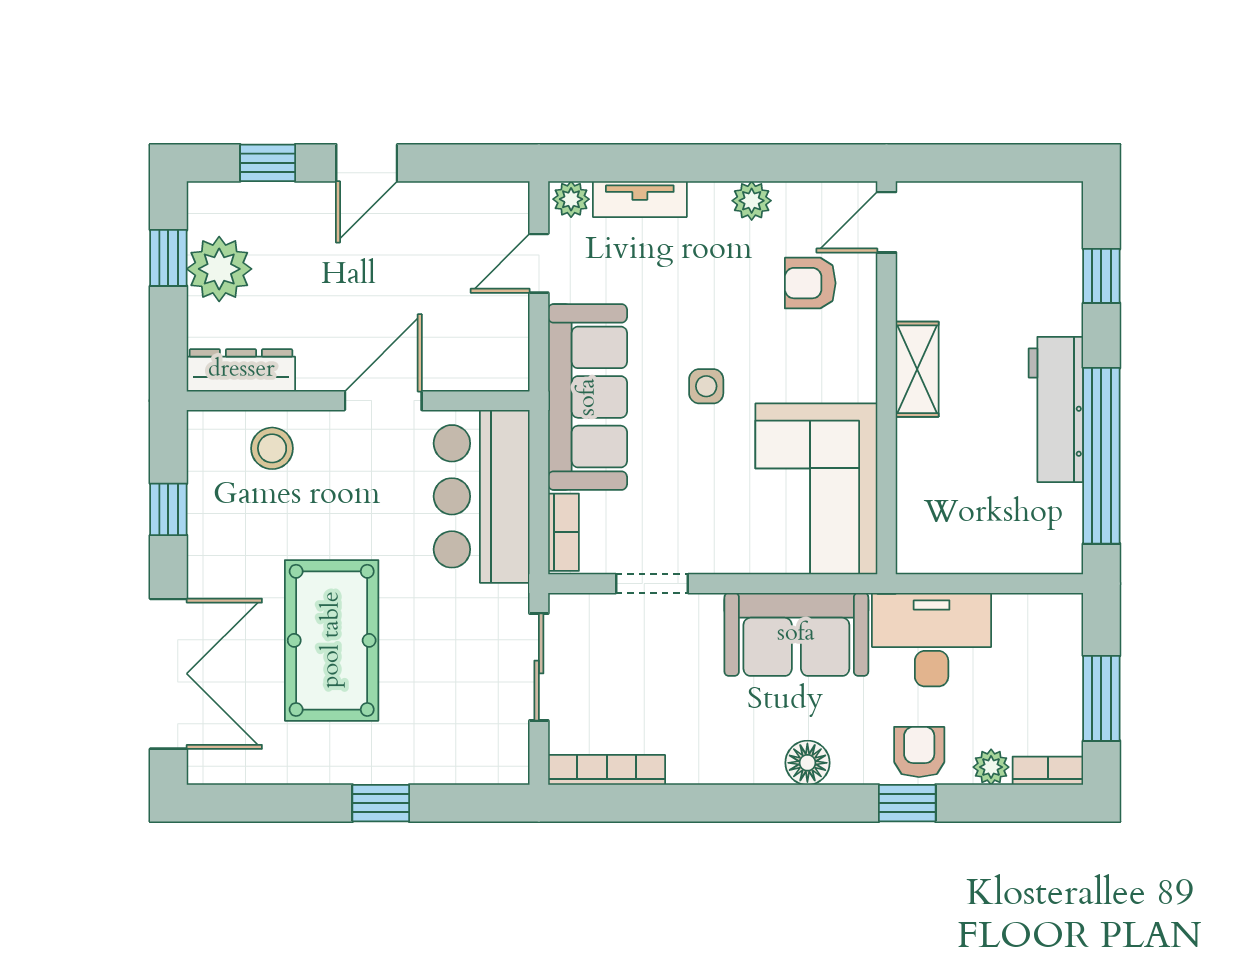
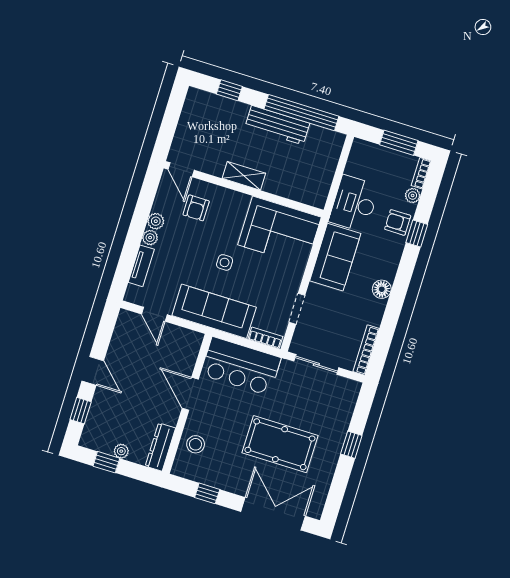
plant: (571, 199) -> (150, 238), moved
plant: (219, 269) -> (121, 451), width x0.53, depth x0.53
floor lamp: (807, 763) -> (382, 289), moved

